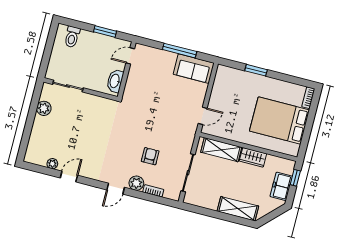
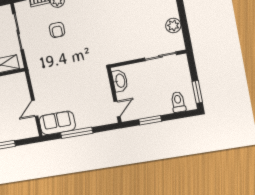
window: (51, 38) -> (197, 92), added
door: (203, 116) -> (35, 108), moved

